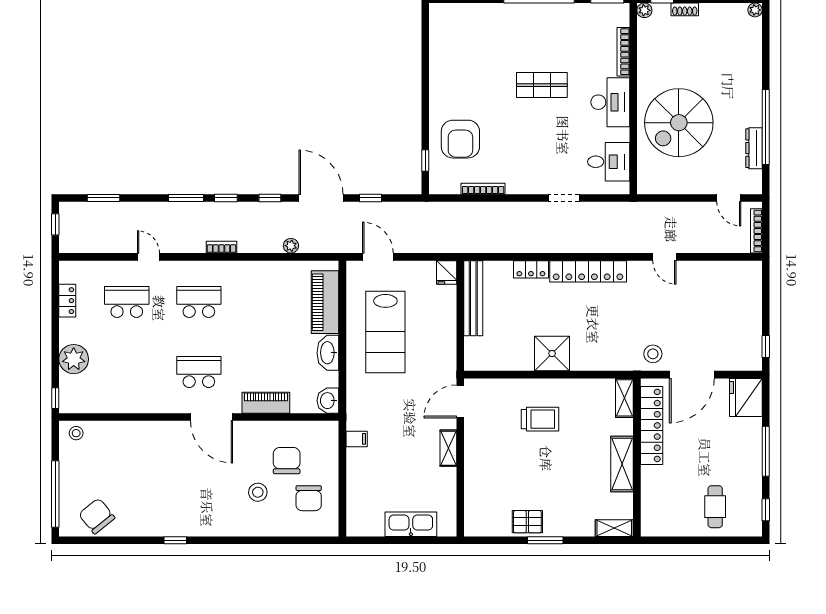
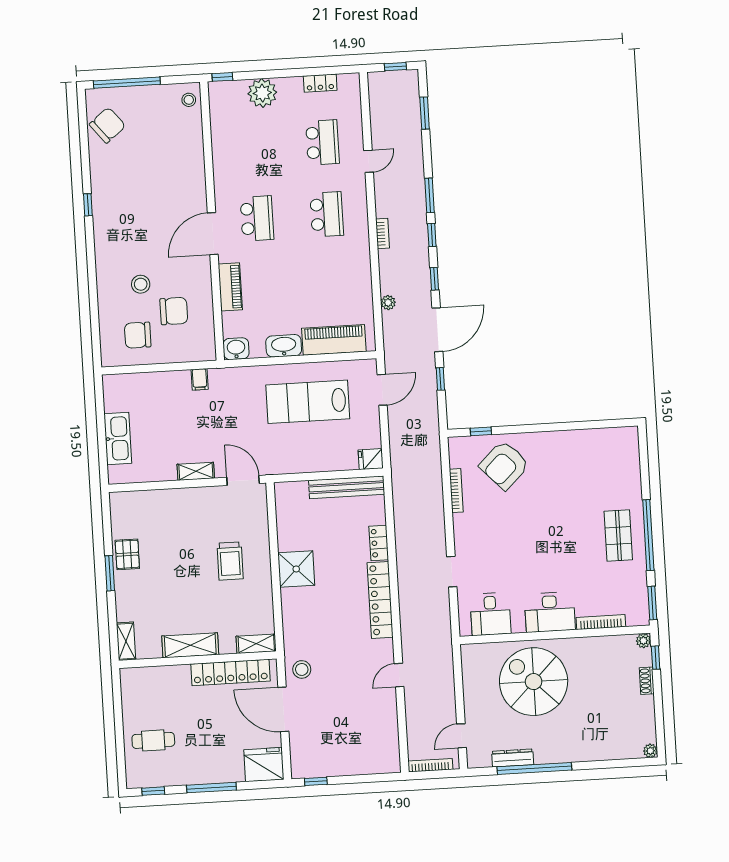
shop shelf: (542, 85) -> (618, 535), moved
armchair: (460, 139) -> (504, 465), turned -44

